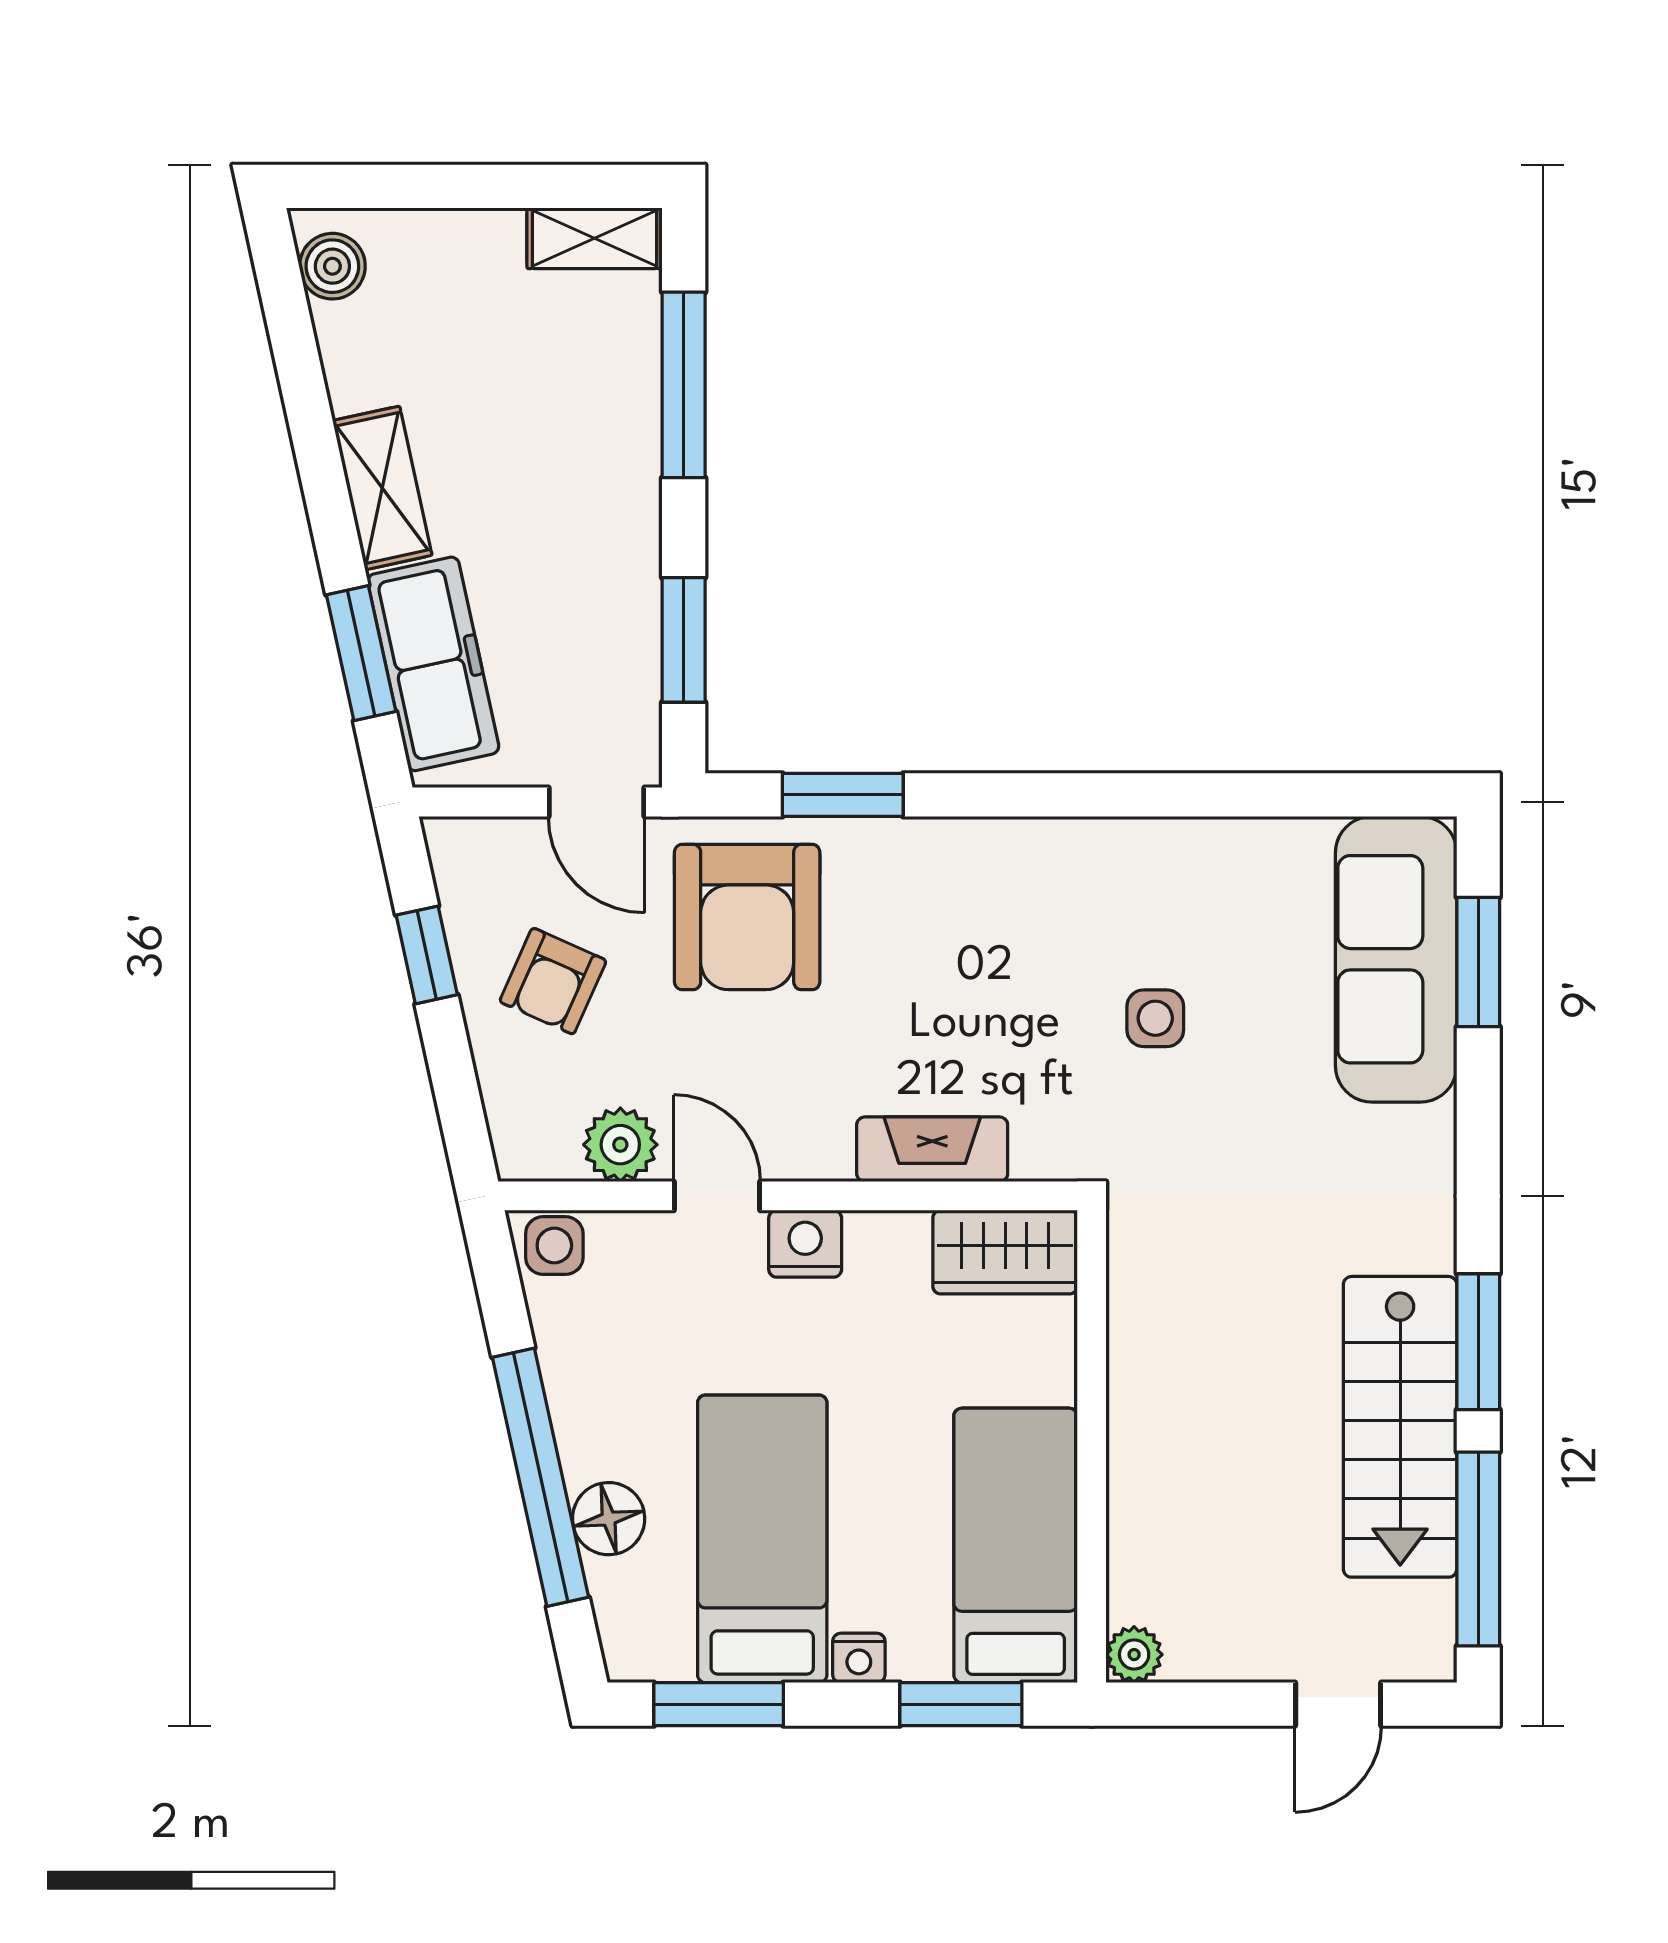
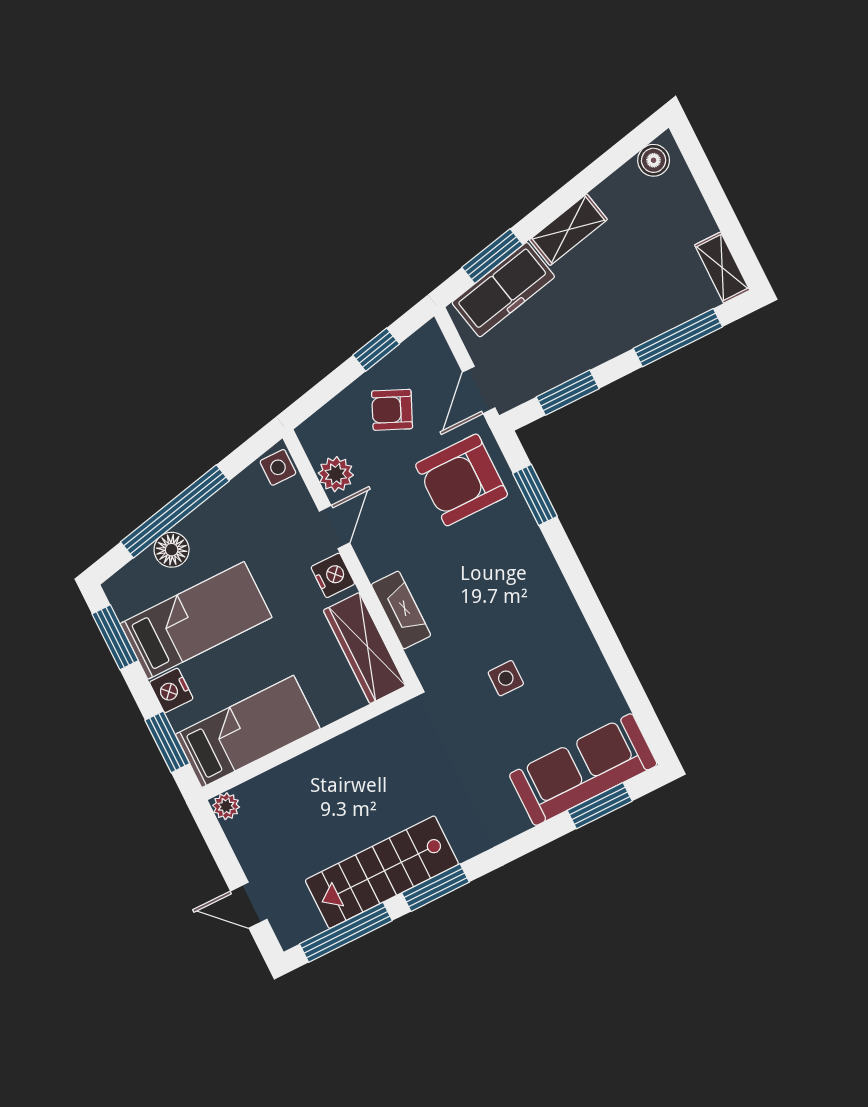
wardrobe: (1005, 1252) -> (365, 648), width x1.50
nightstand: (859, 1658) -> (171, 690), width x1.39, depth x1.35

